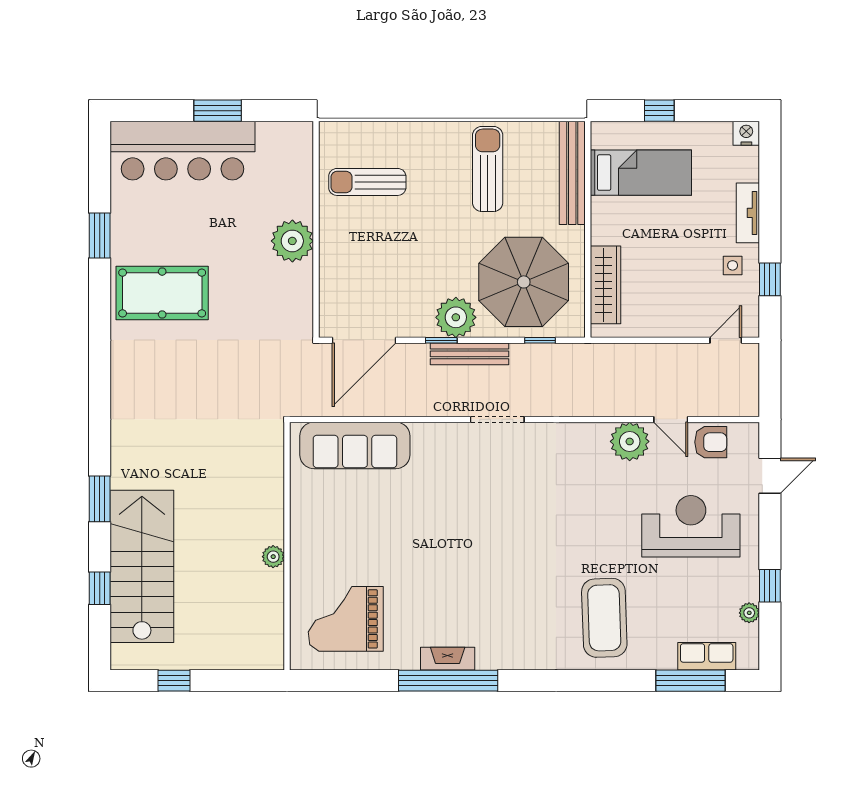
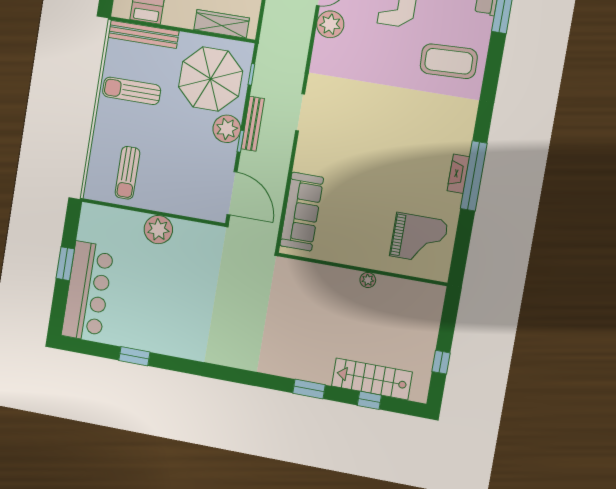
pool table: (162, 293) -> (179, 322), removed
stairs: (142, 566) -> (372, 379), width x0.73, depth x0.66
grand piano: (346, 619) -> (419, 238), turned -90

